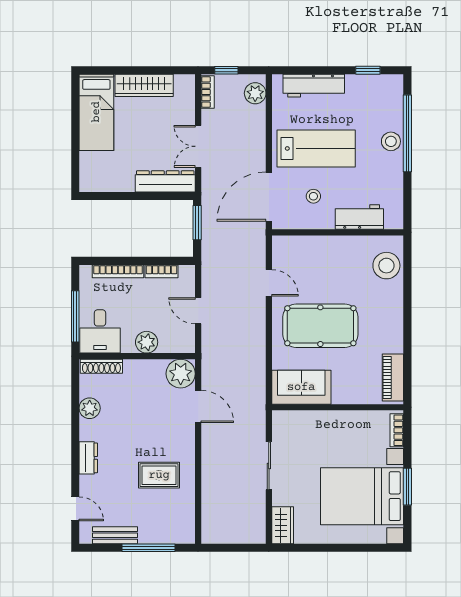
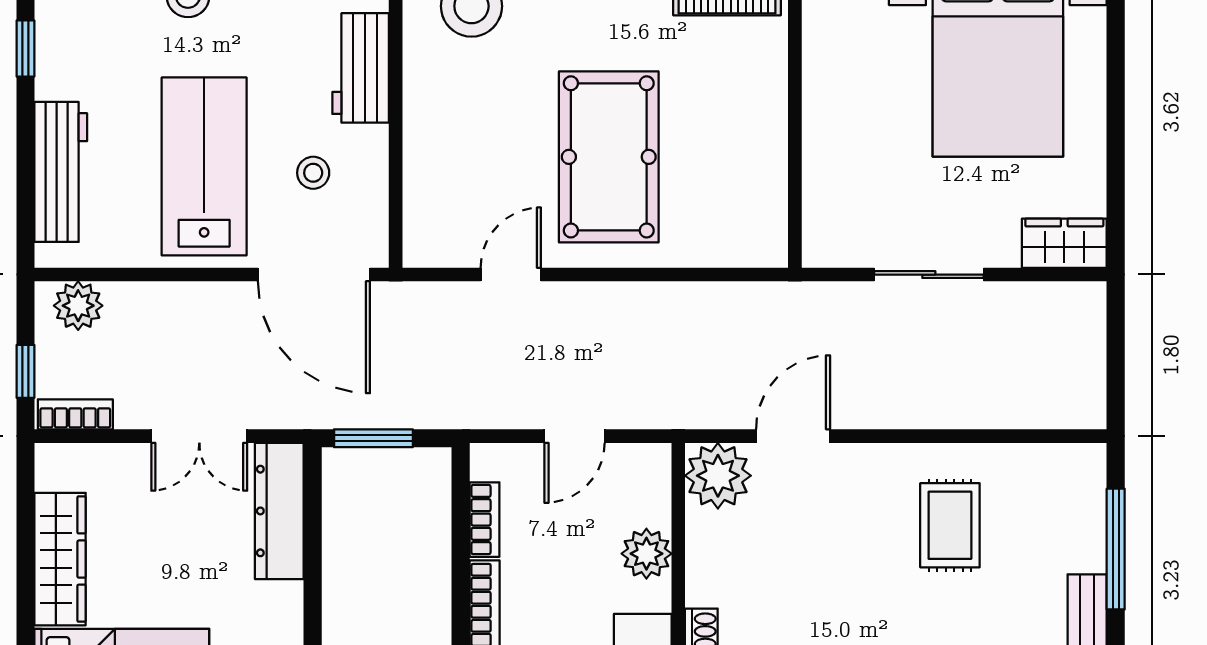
sofa: (301, 387) -> (749, 200), removed

